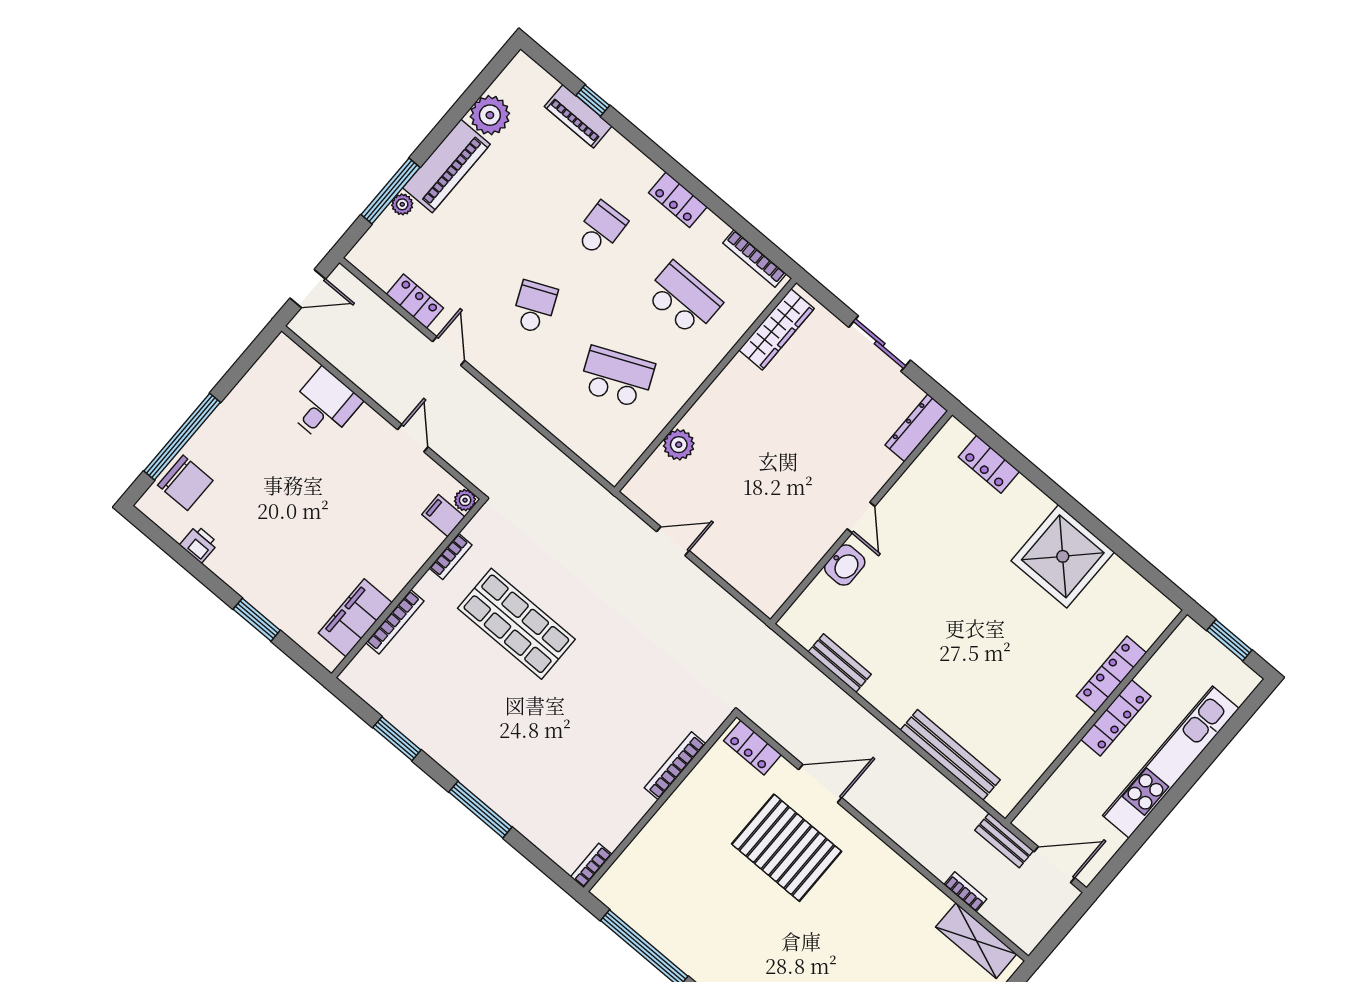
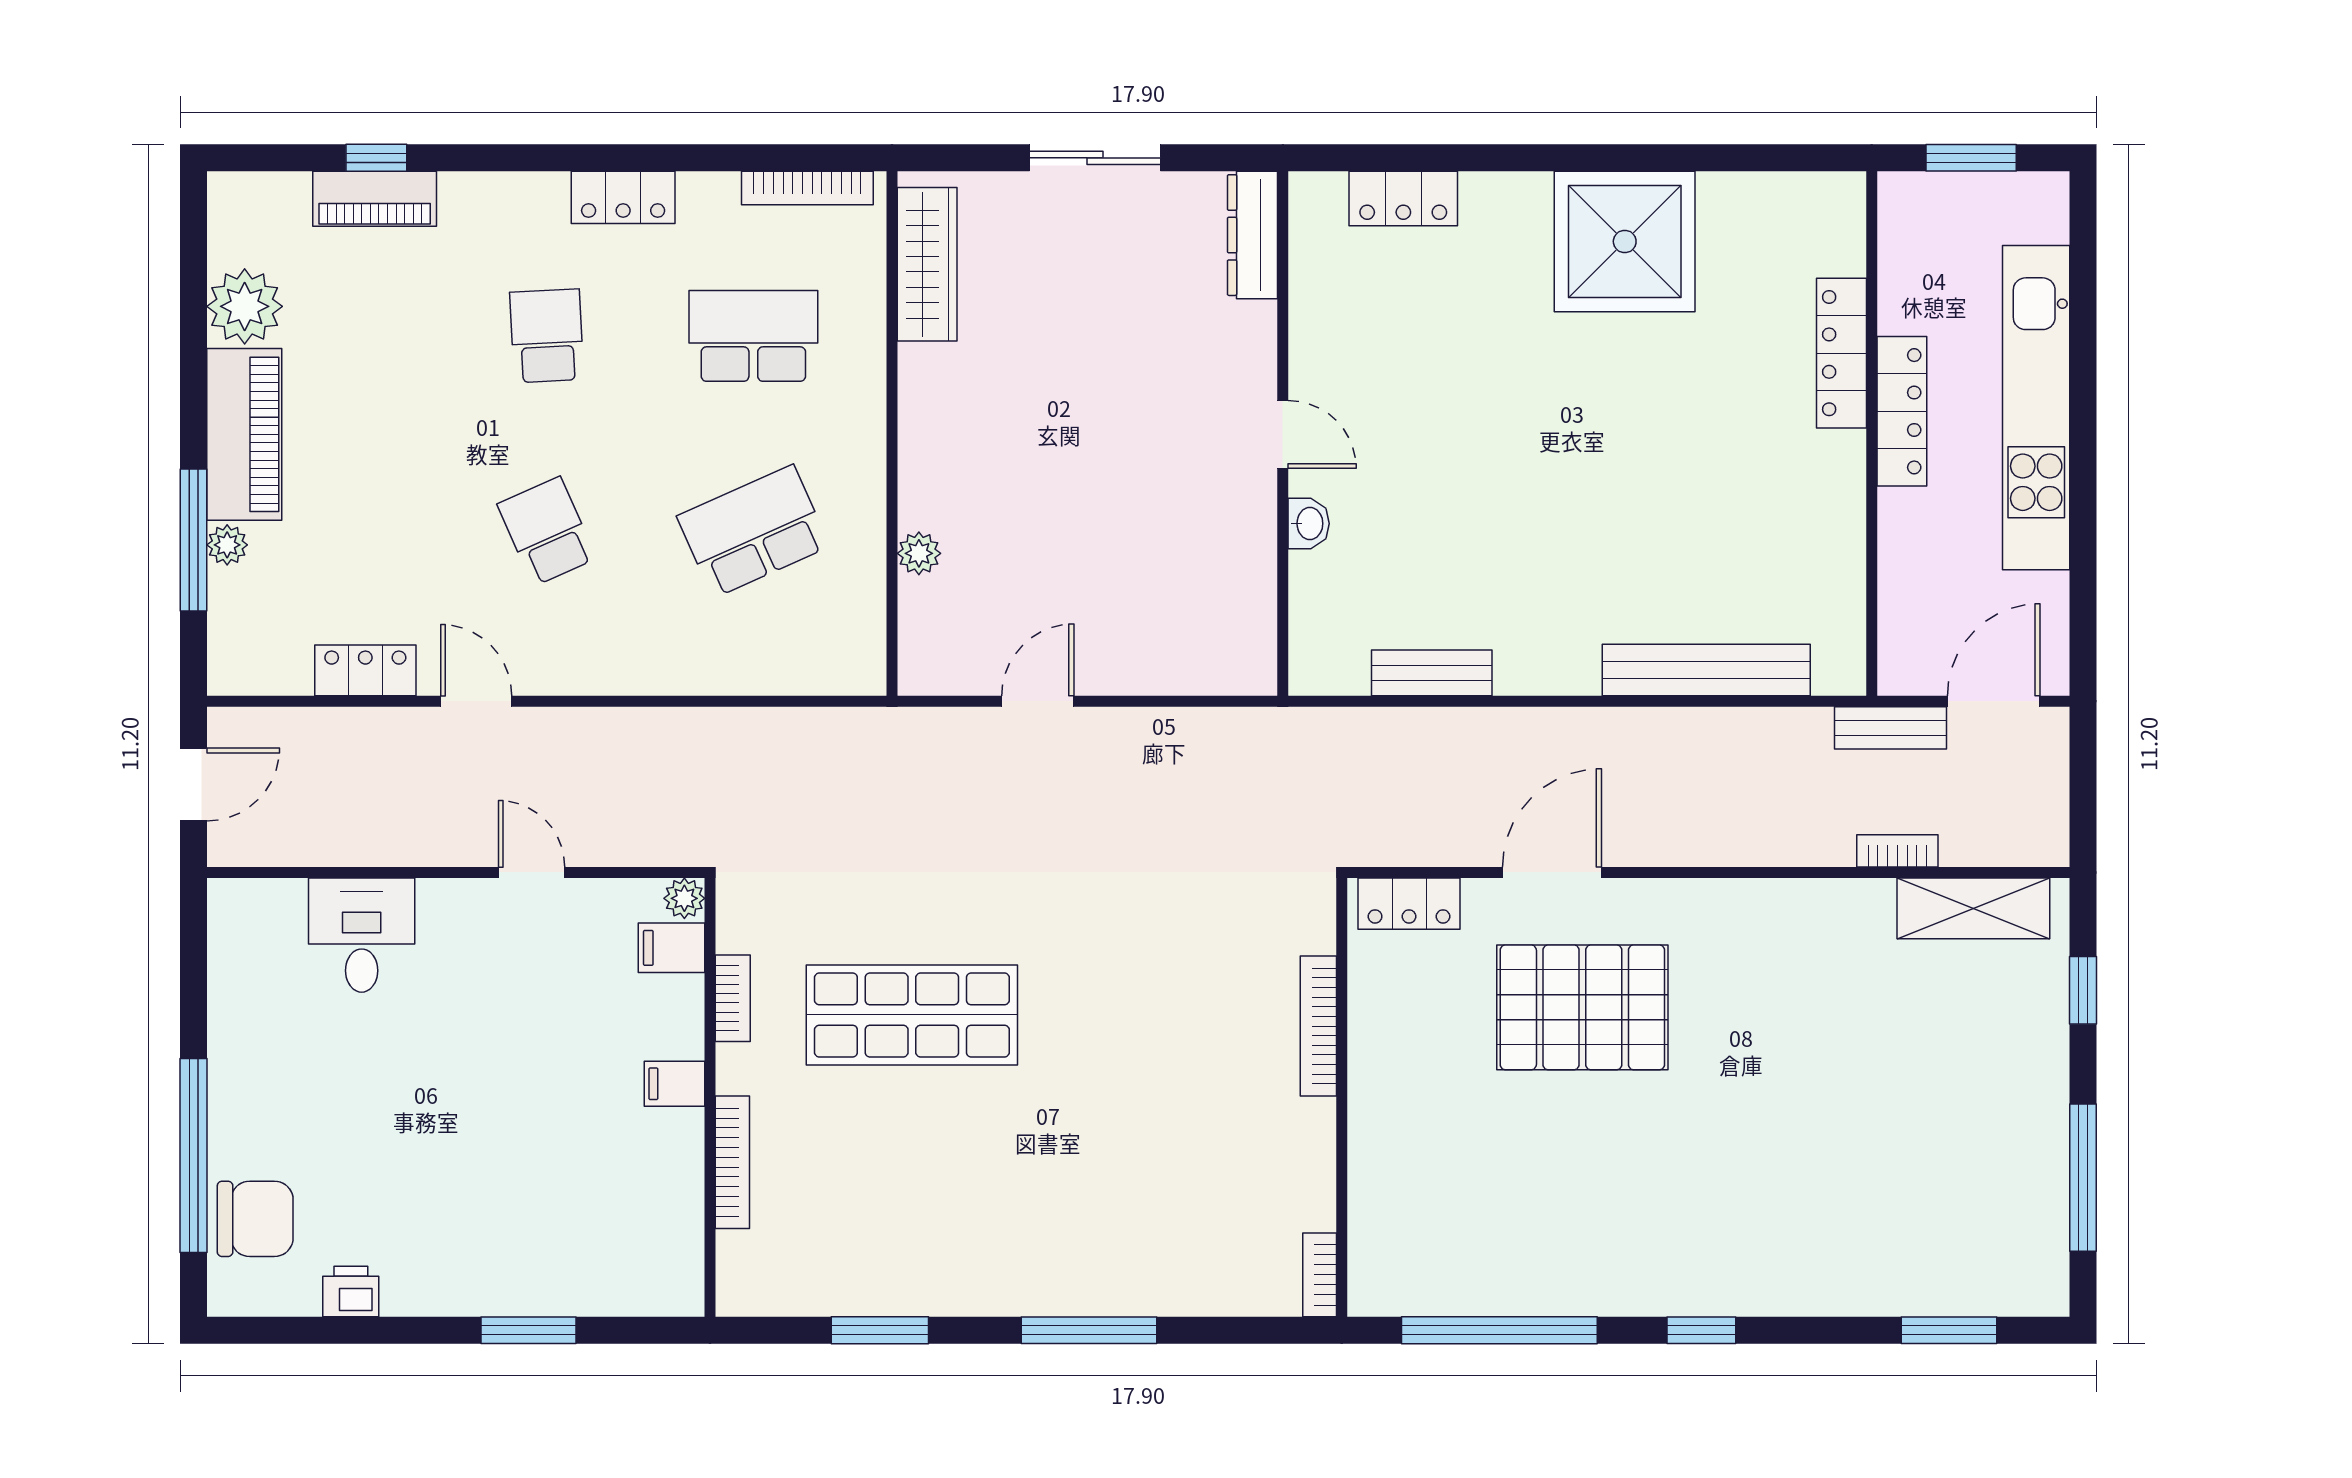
plant: (679, 445) -> (919, 553), width x0.73, depth x0.73
washbasin: (845, 565) -> (1309, 524), width x0.72, depth x0.69
filing cabinet: (355, 618) -> (675, 1084), moved, width x0.33, depth x0.86

